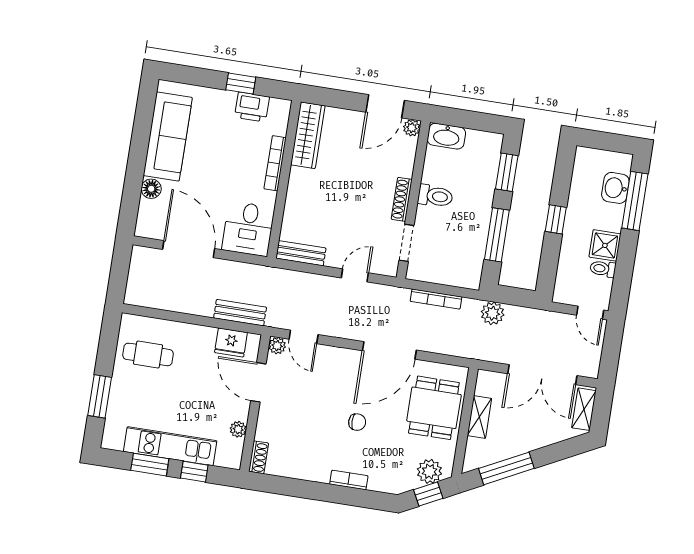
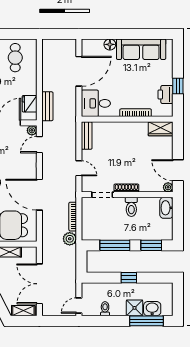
wardrobe: (308, 135) -> (161, 129), width x0.67
shower: (605, 245) -> (135, 308), moved
plant: (493, 313) -> (70, 239), moved

